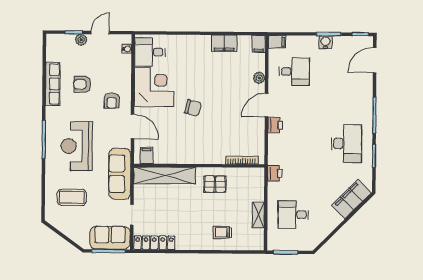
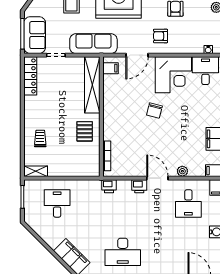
printer: (275, 173) -> (109, 186), moved
shelving: (258, 215) -> (36, 171), moved

